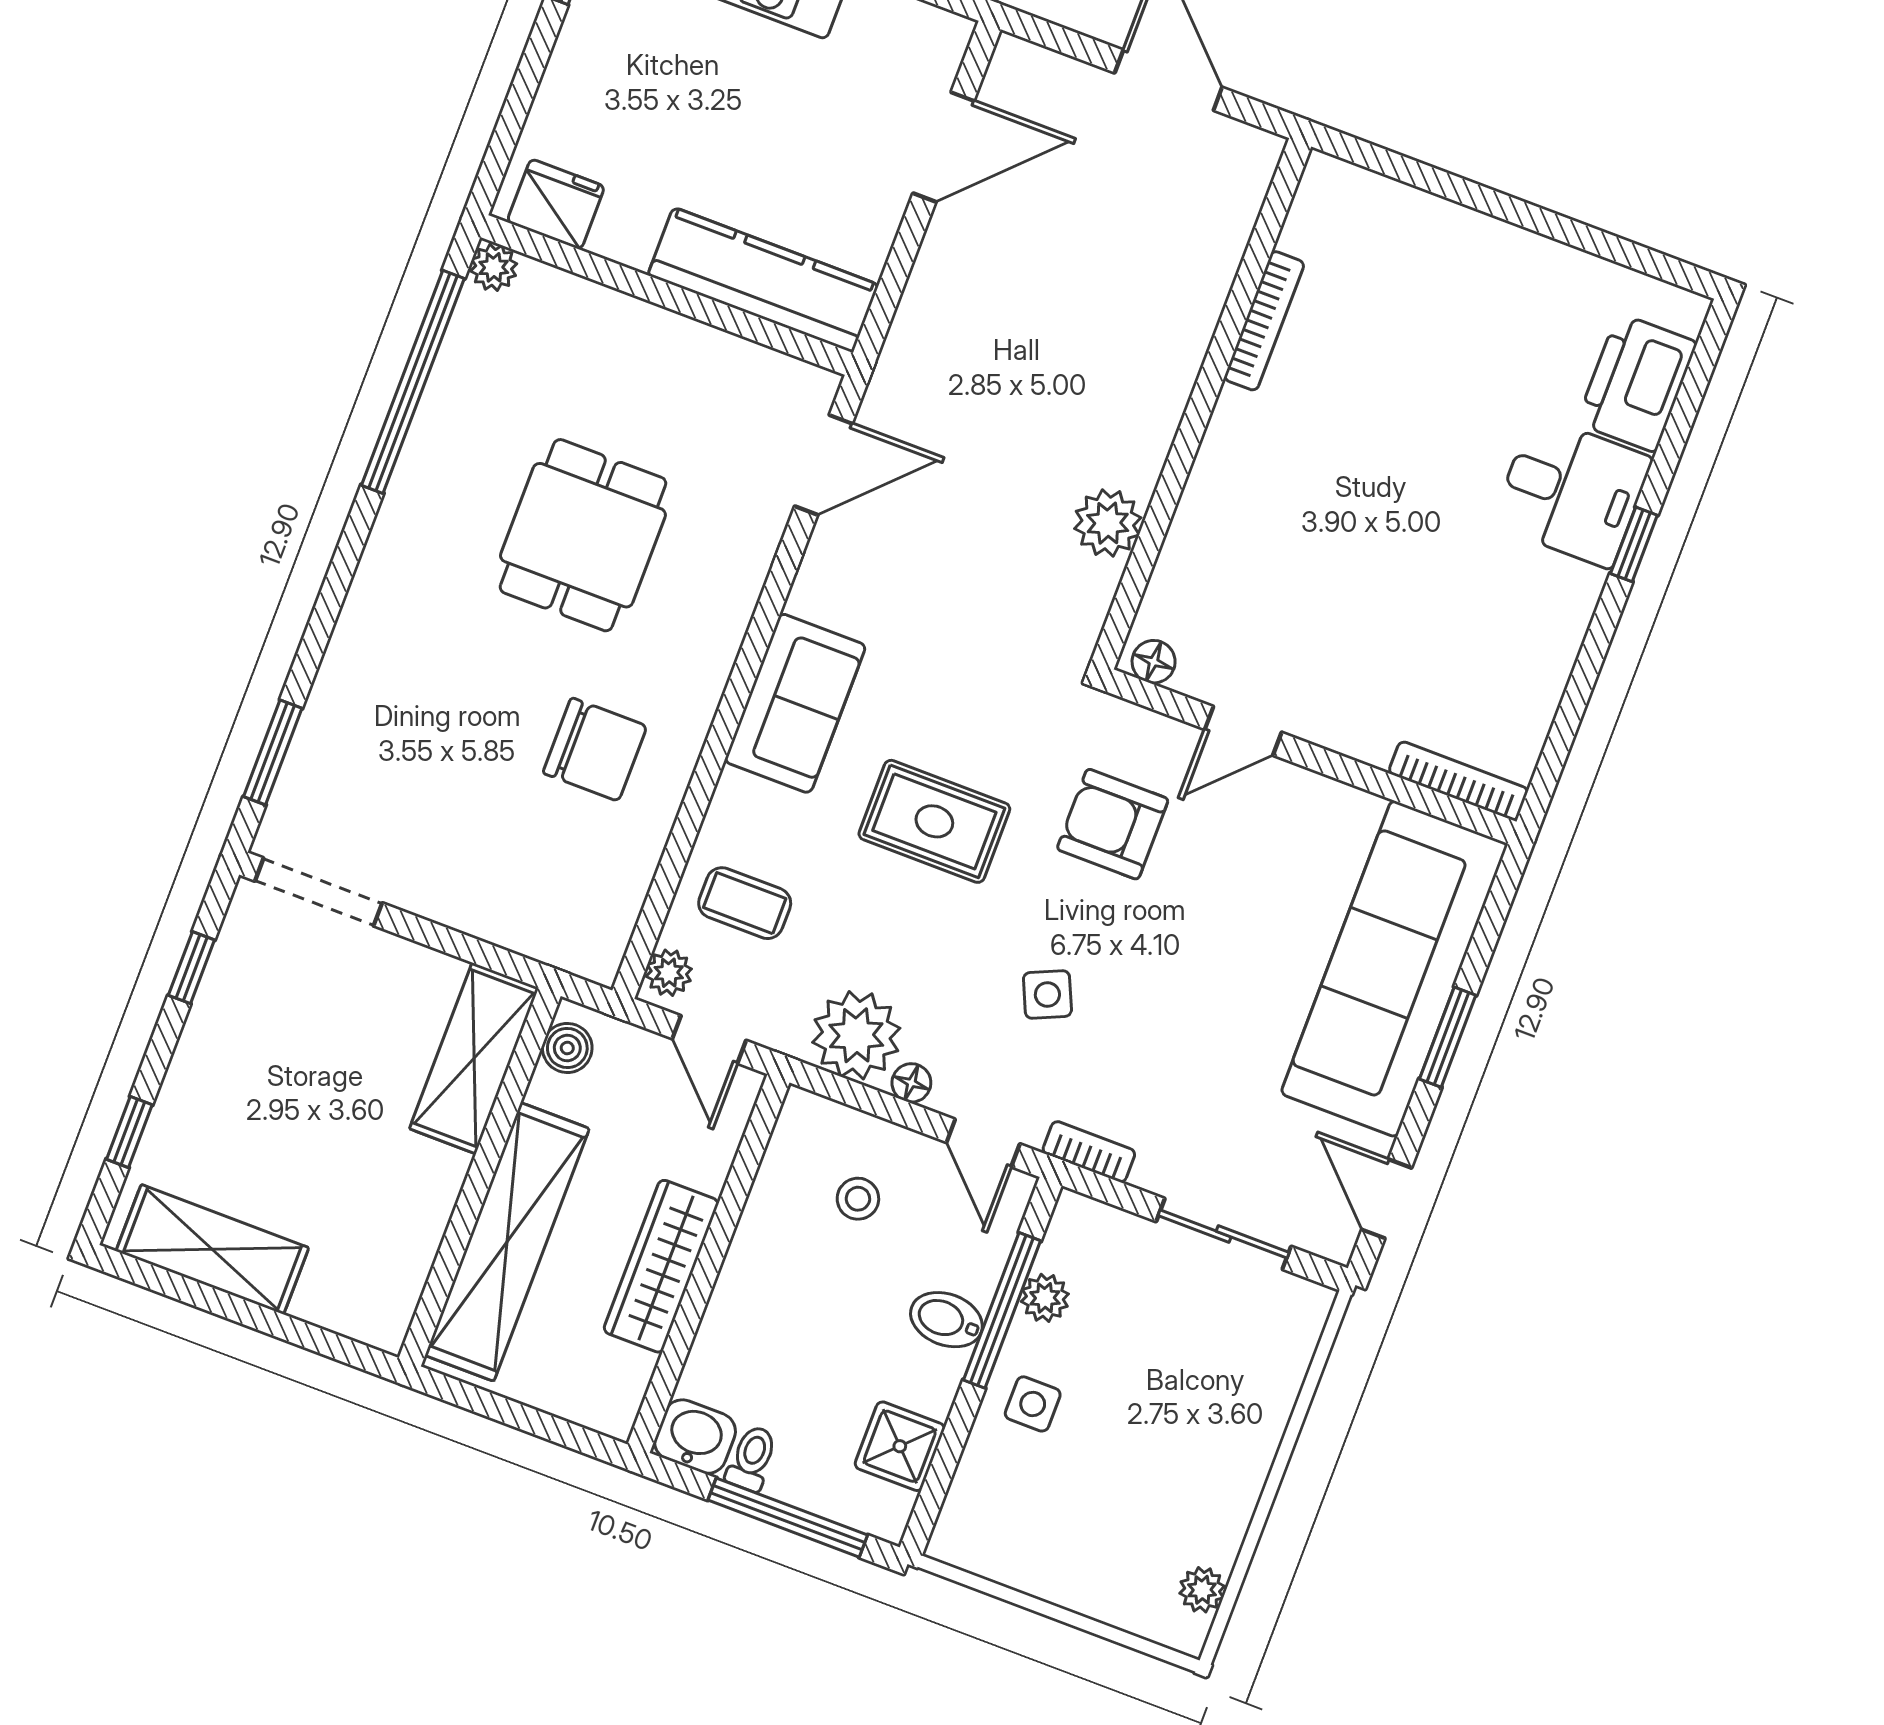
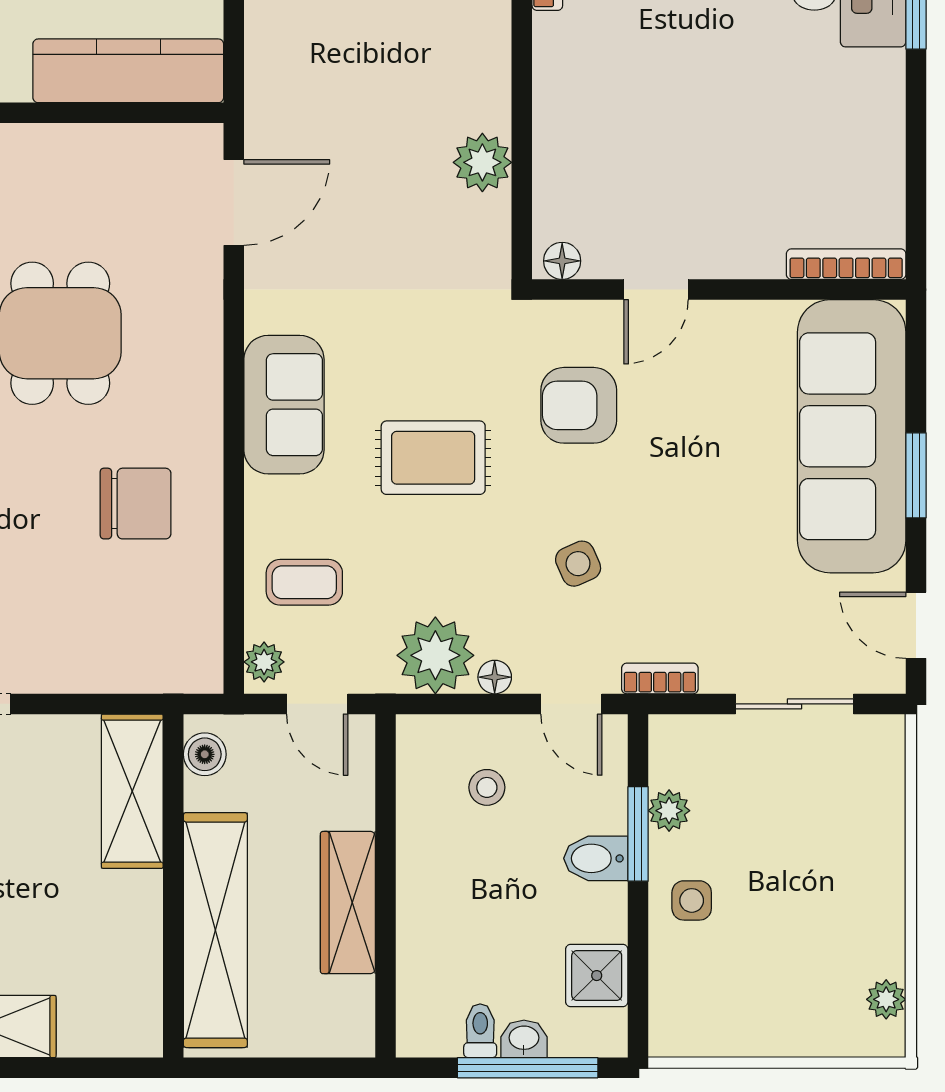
window: (1002, 1310) -> (638, 834), width x0.69
washbasin: (695, 1437) -> (524, 1039), moved, width x0.72, depth x0.69

